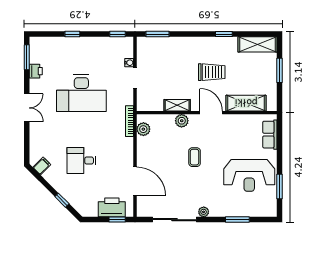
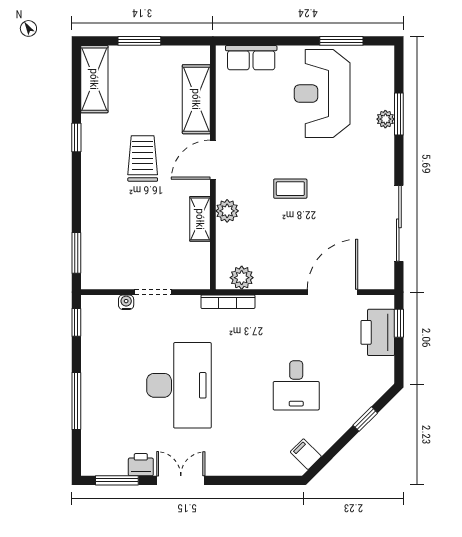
window: (72, 34) -> (76, 401), width x2.17
double door: (27, 108) -> (181, 480), moved
reception desk: (249, 175) -> (322, 94), turned 180
plant: (204, 212) -> (385, 119), moved

